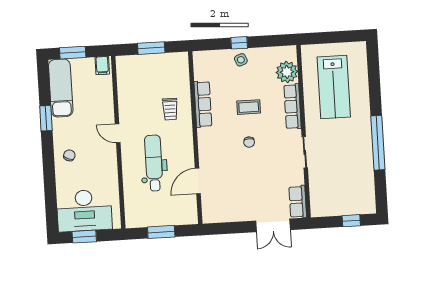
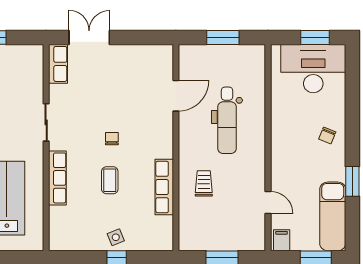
plant: (287, 72) -> (62, 219), removed
coffee table: (249, 107) -> (110, 180), turned 90
door: (118, 133) -> (268, 202), moved

